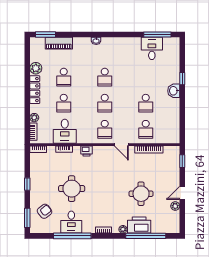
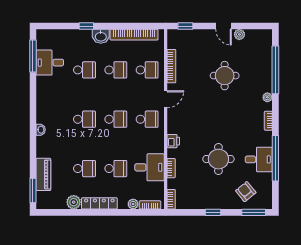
school desk: (146, 77) -> (84, 70), added
bookcase: (175, 118) -> (134, 35), added
printer: (139, 225) -> (262, 78), removed

